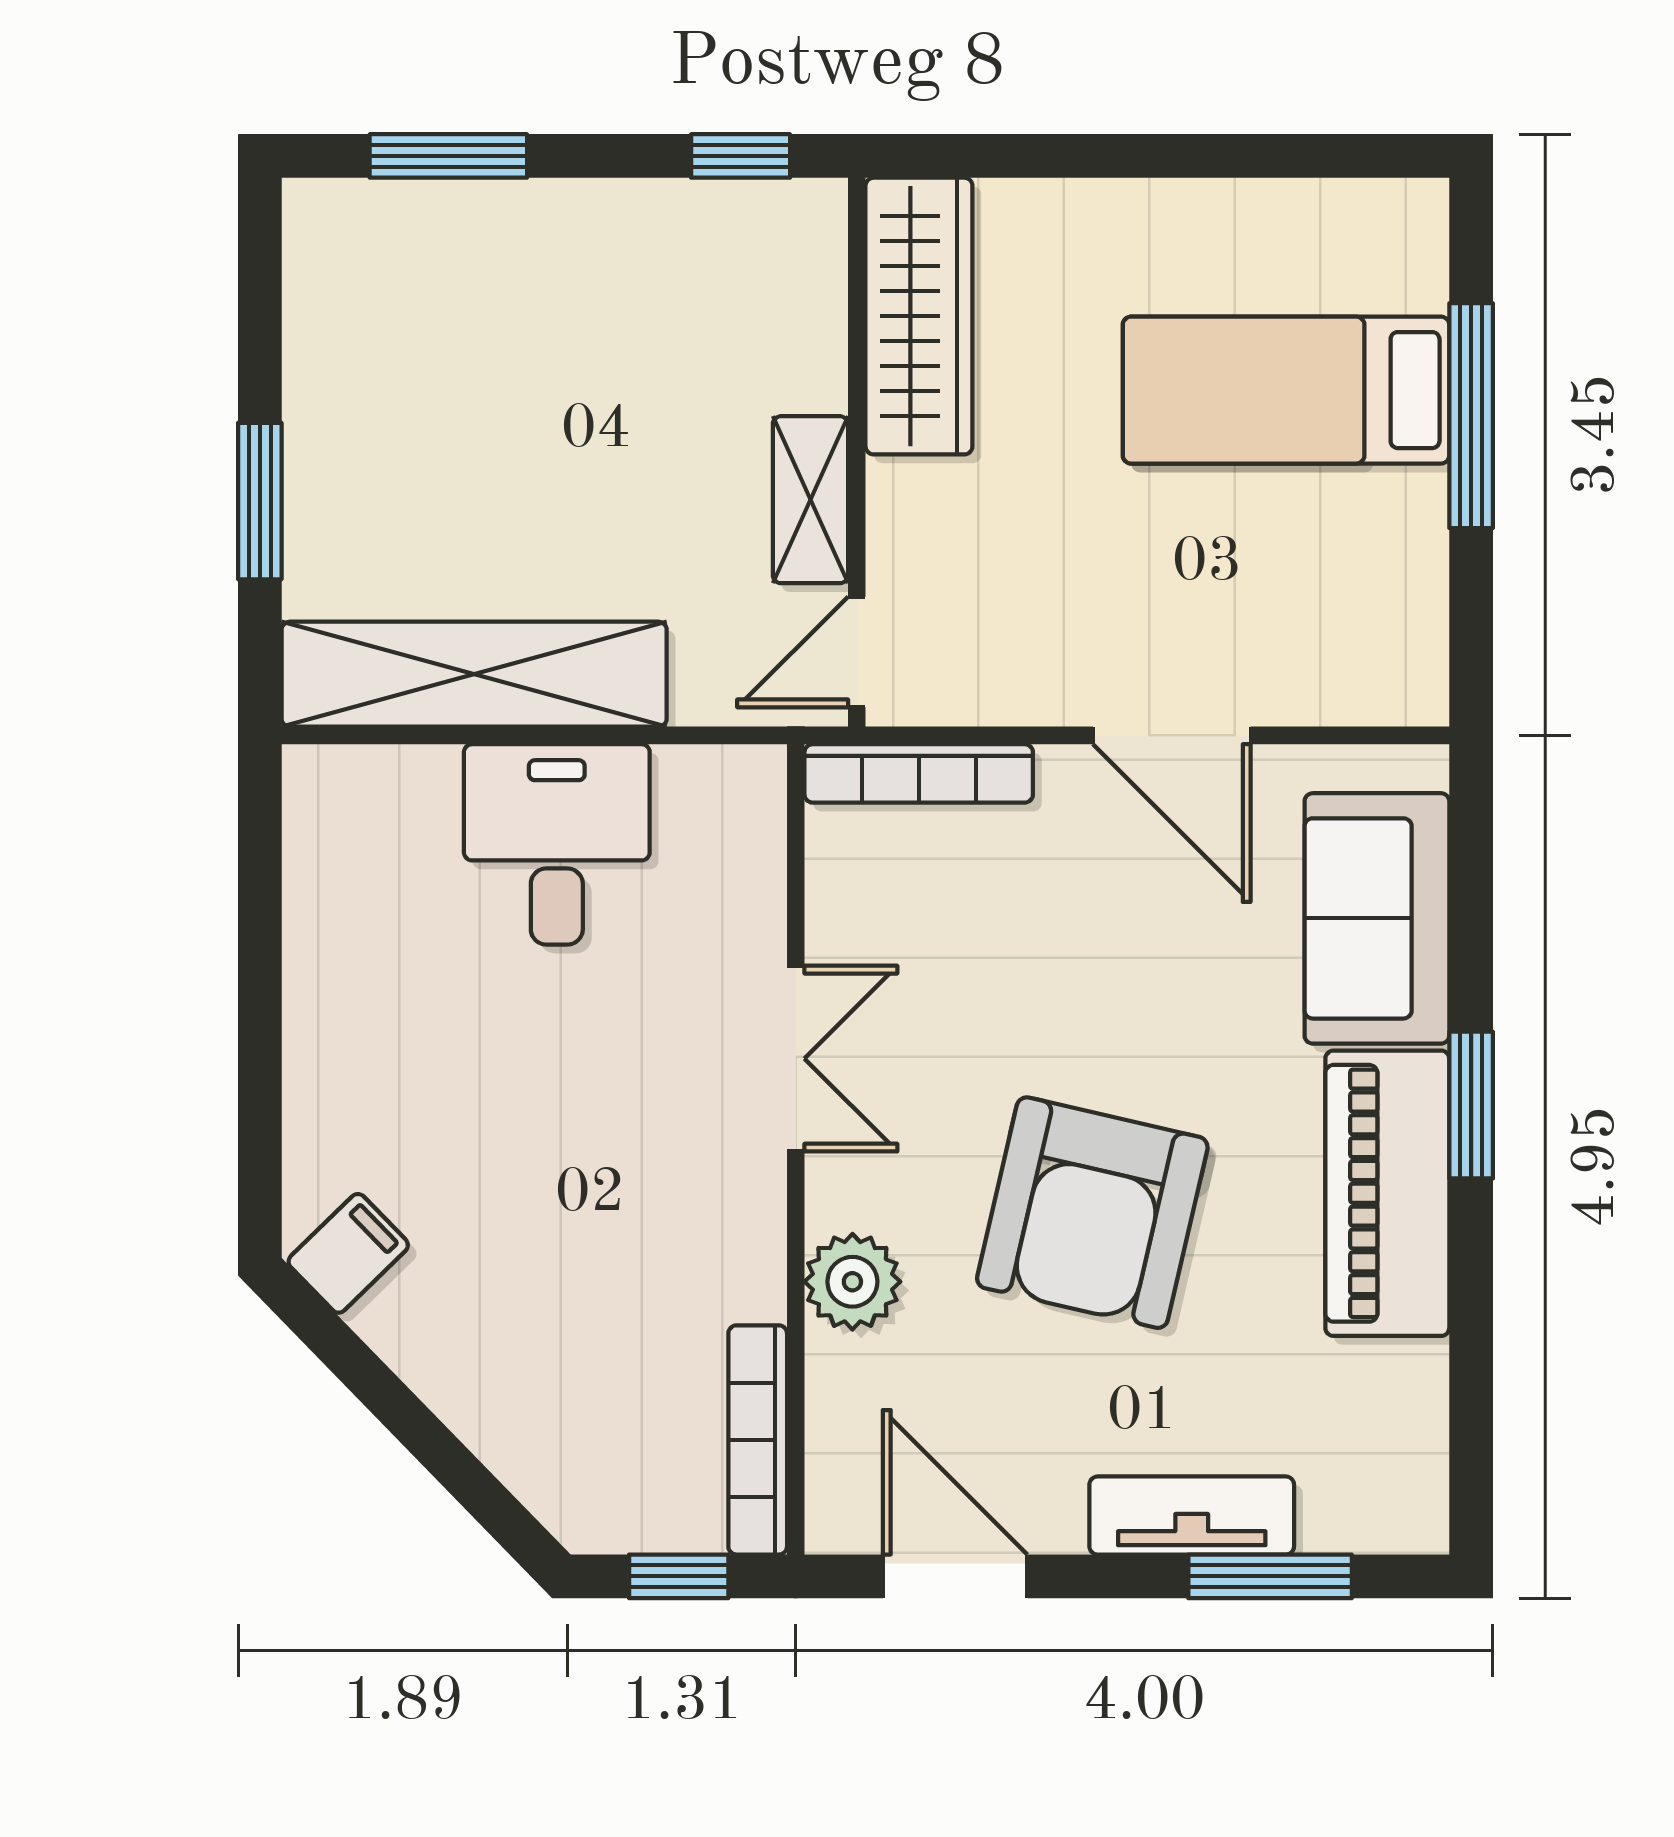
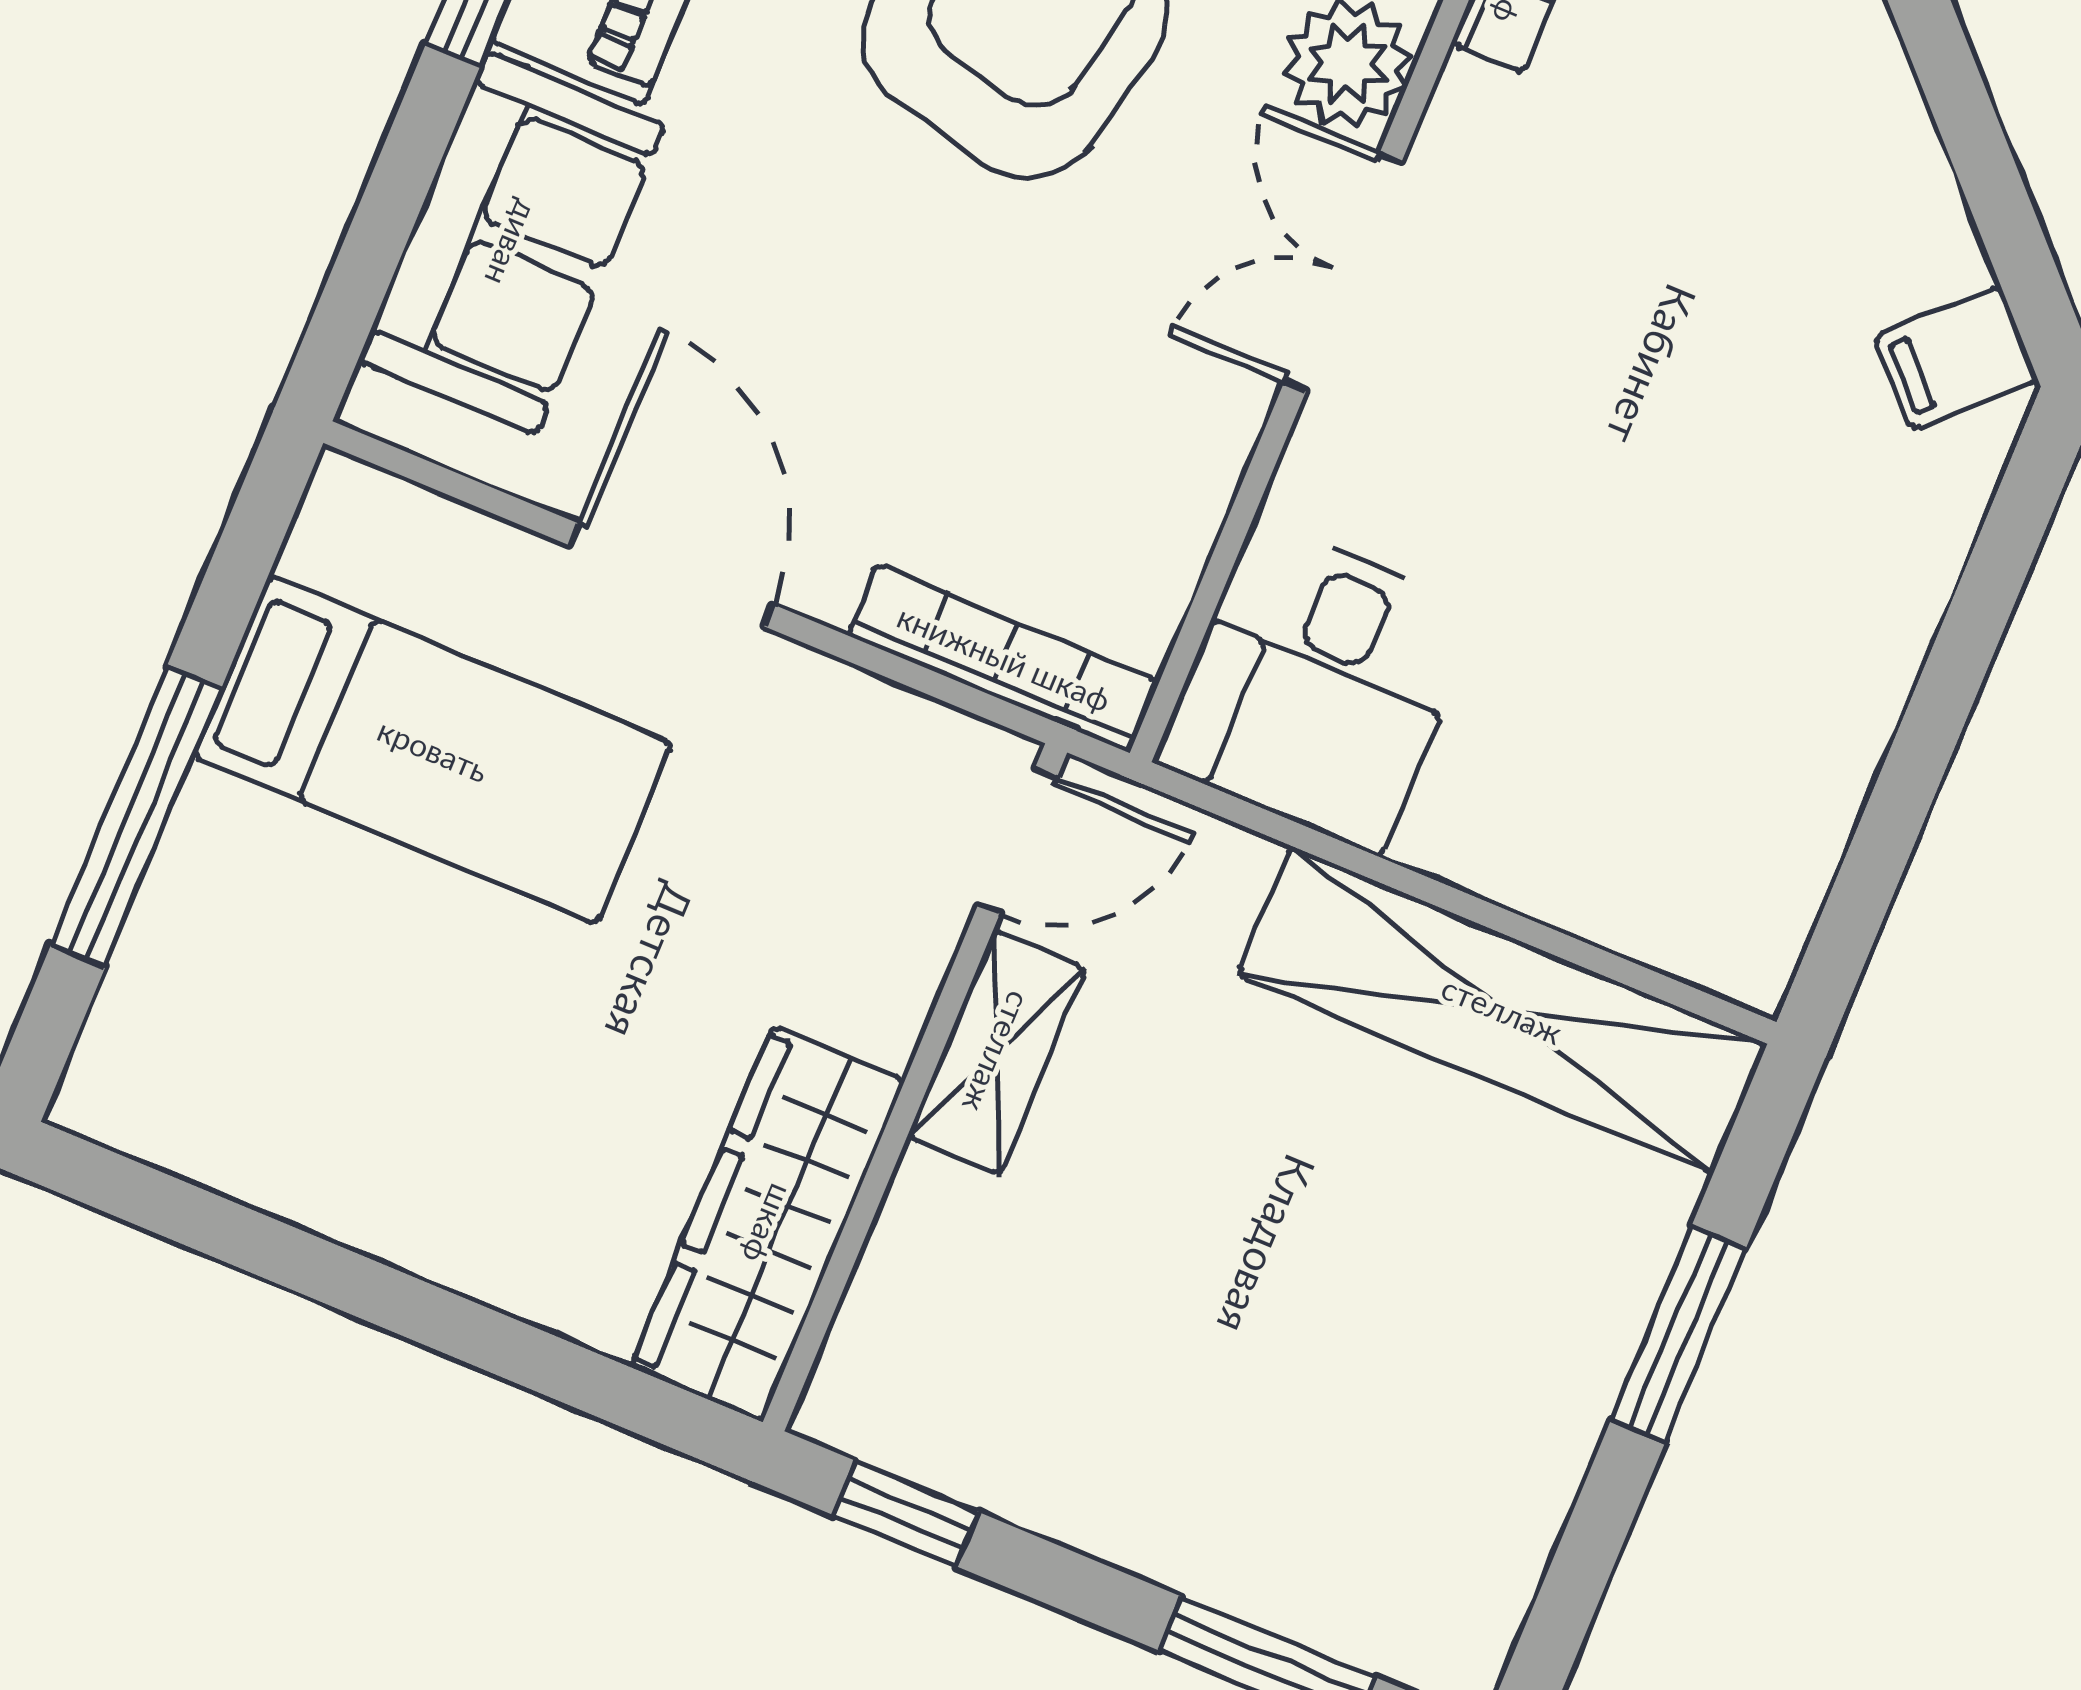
bed: (1286, 390) -> (433, 750), moved
desk: (557, 844) -> (1318, 686), moved
double door: (796, 1059) -> (1343, 272), moved

